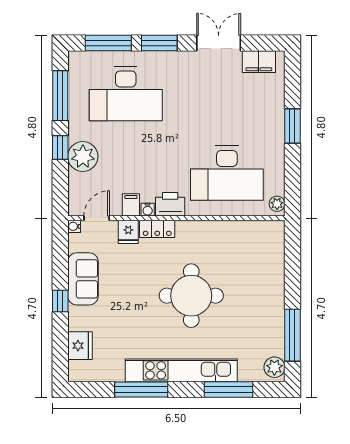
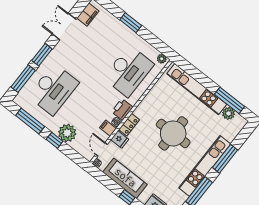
sofa: (83, 279) -> (125, 178), width x1.36
kitchen unit: (273, 281) -> (197, 89), added
plant: (274, 367) -> (229, 113), moved
window: (228, 390) -> (225, 159), moved

